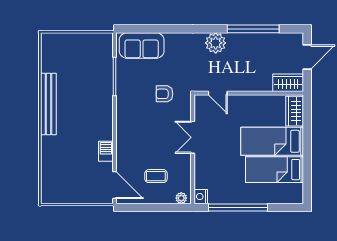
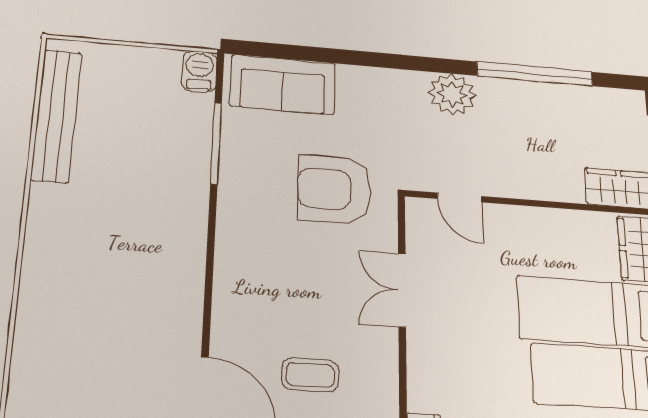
armchair: (164, 94) -> (334, 189), width x1.88, depth x1.88
bench: (48, 104) -> (56, 115), moved
barbecue: (106, 151) -> (199, 72), moved

